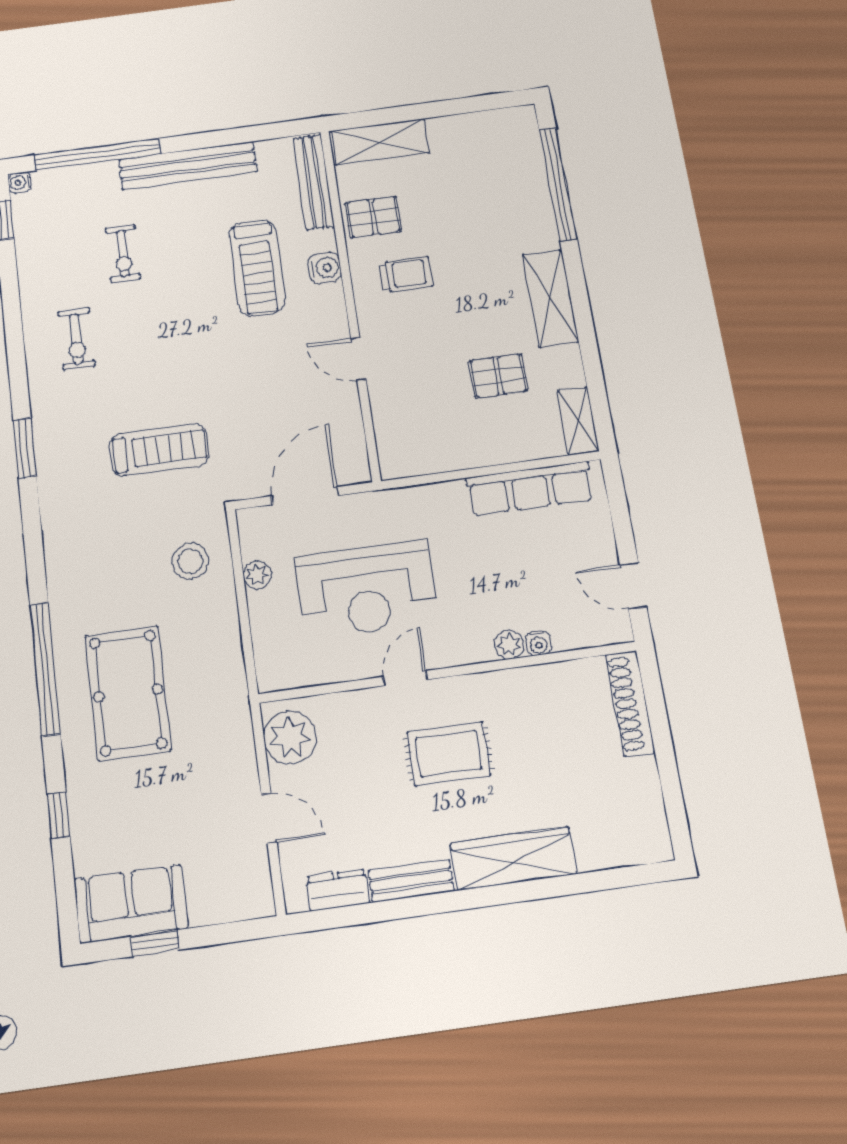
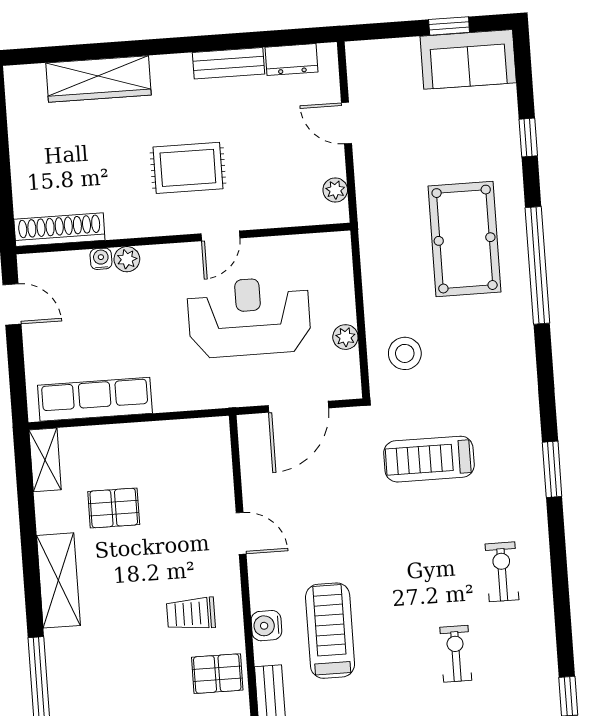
shoe rack: (630, 703) -> (59, 230), moved, turned -90
plant: (290, 738) -> (335, 190), width x0.53, depth x0.53
wardrobe: (513, 859) -> (98, 79), moved

